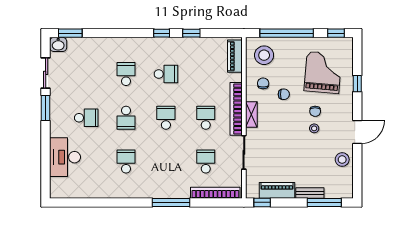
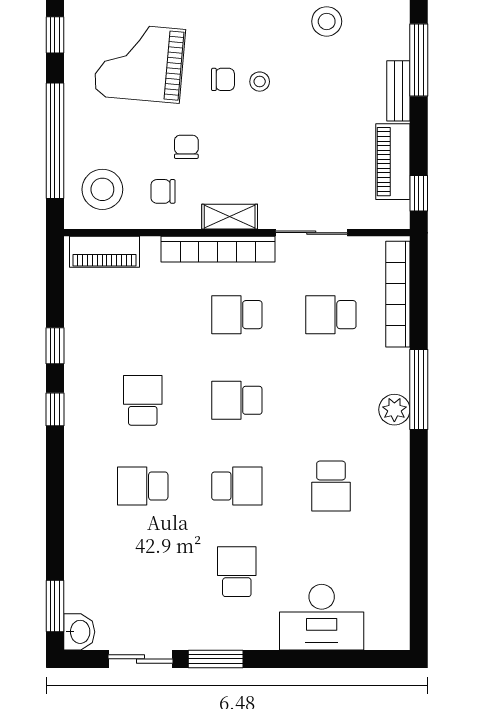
school desk: (126, 162) -> (331, 486), turned -90
plant: (162, 191) -> (394, 410), added

